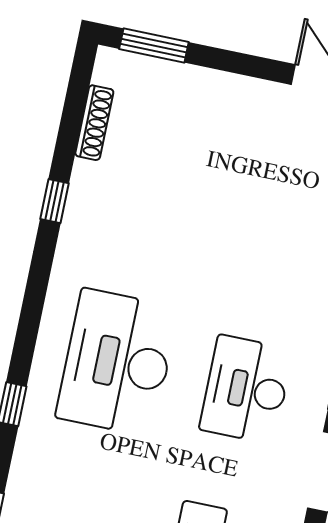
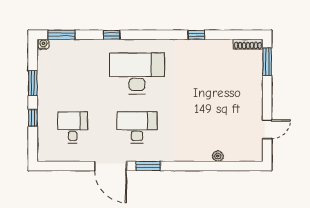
shoe rack: (94, 123) -> (248, 44), moved

